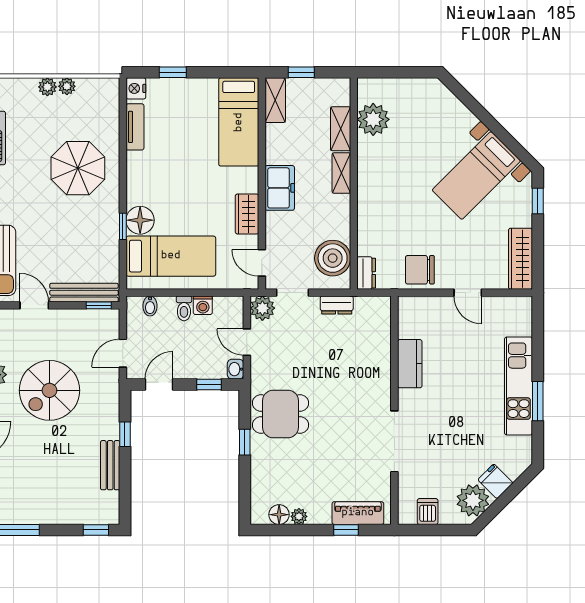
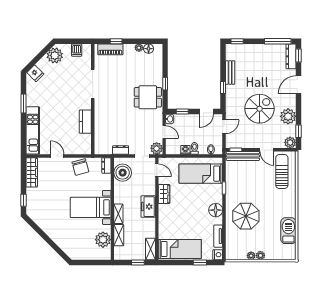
bed: (239, 122) -> (180, 249), moved, turned 90
bed with nightstands: (476, 175) -> (91, 207), moved, turned -135
floor lamp: (140, 220) -> (216, 210), moved
chair: (420, 270) -> (80, 167), turned 75
kitchen unit: (519, 386) -> (33, 130), moved
fridge: (495, 481) -> (35, 73), moved

